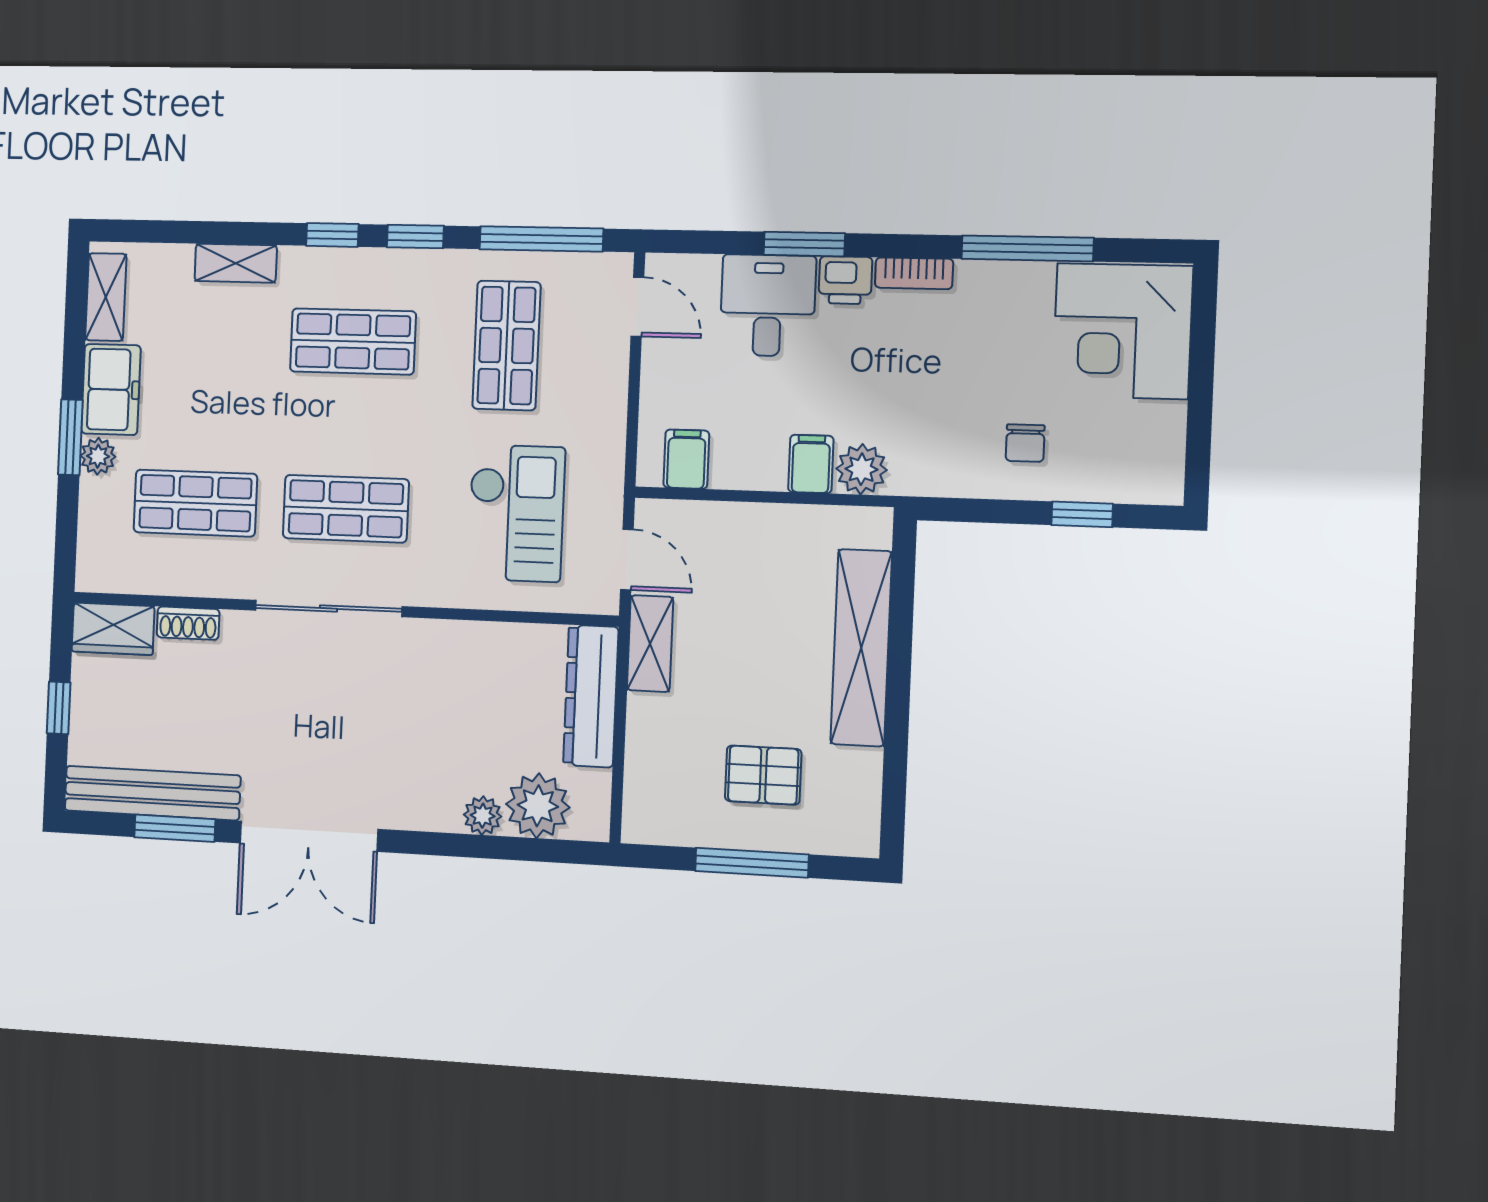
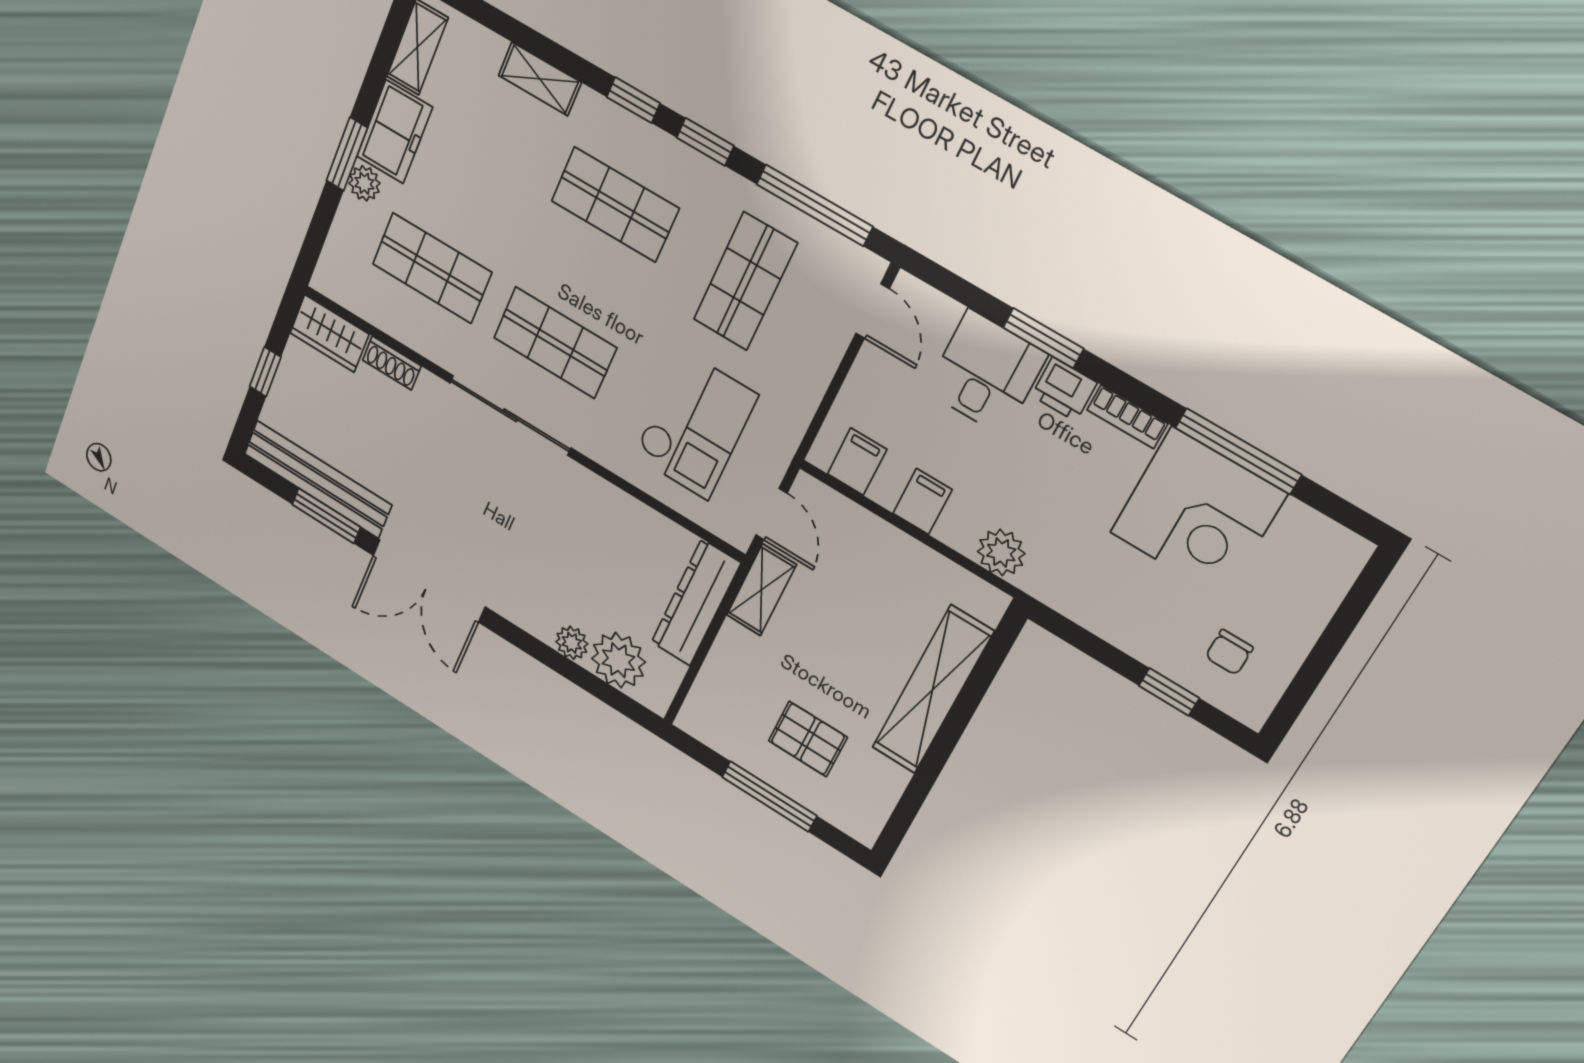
corner desk: (1122, 331) -> (1198, 513), moved, turned -90
chair: (1025, 443) -> (1229, 652), moved
filing cabinet: (811, 464) -> (922, 502), moved

